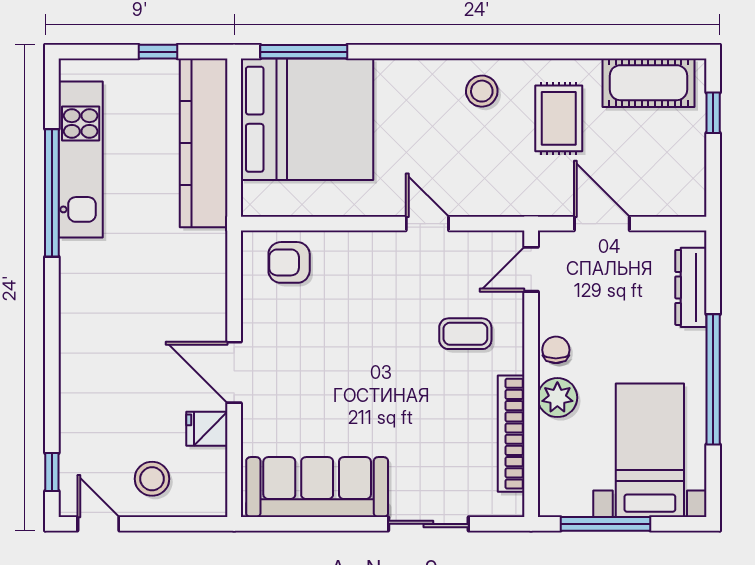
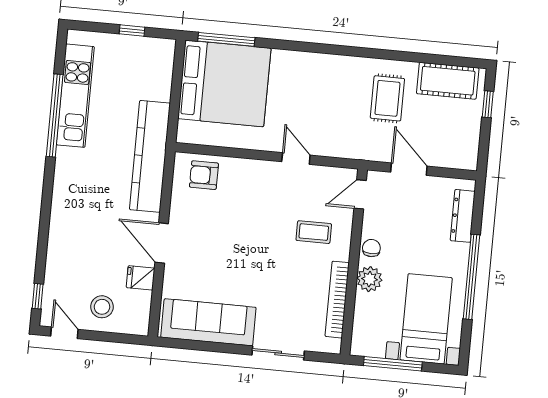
stool: (482, 91) -> (339, 76), removed
kitchen counter: (204, 143) -> (150, 156), moved

